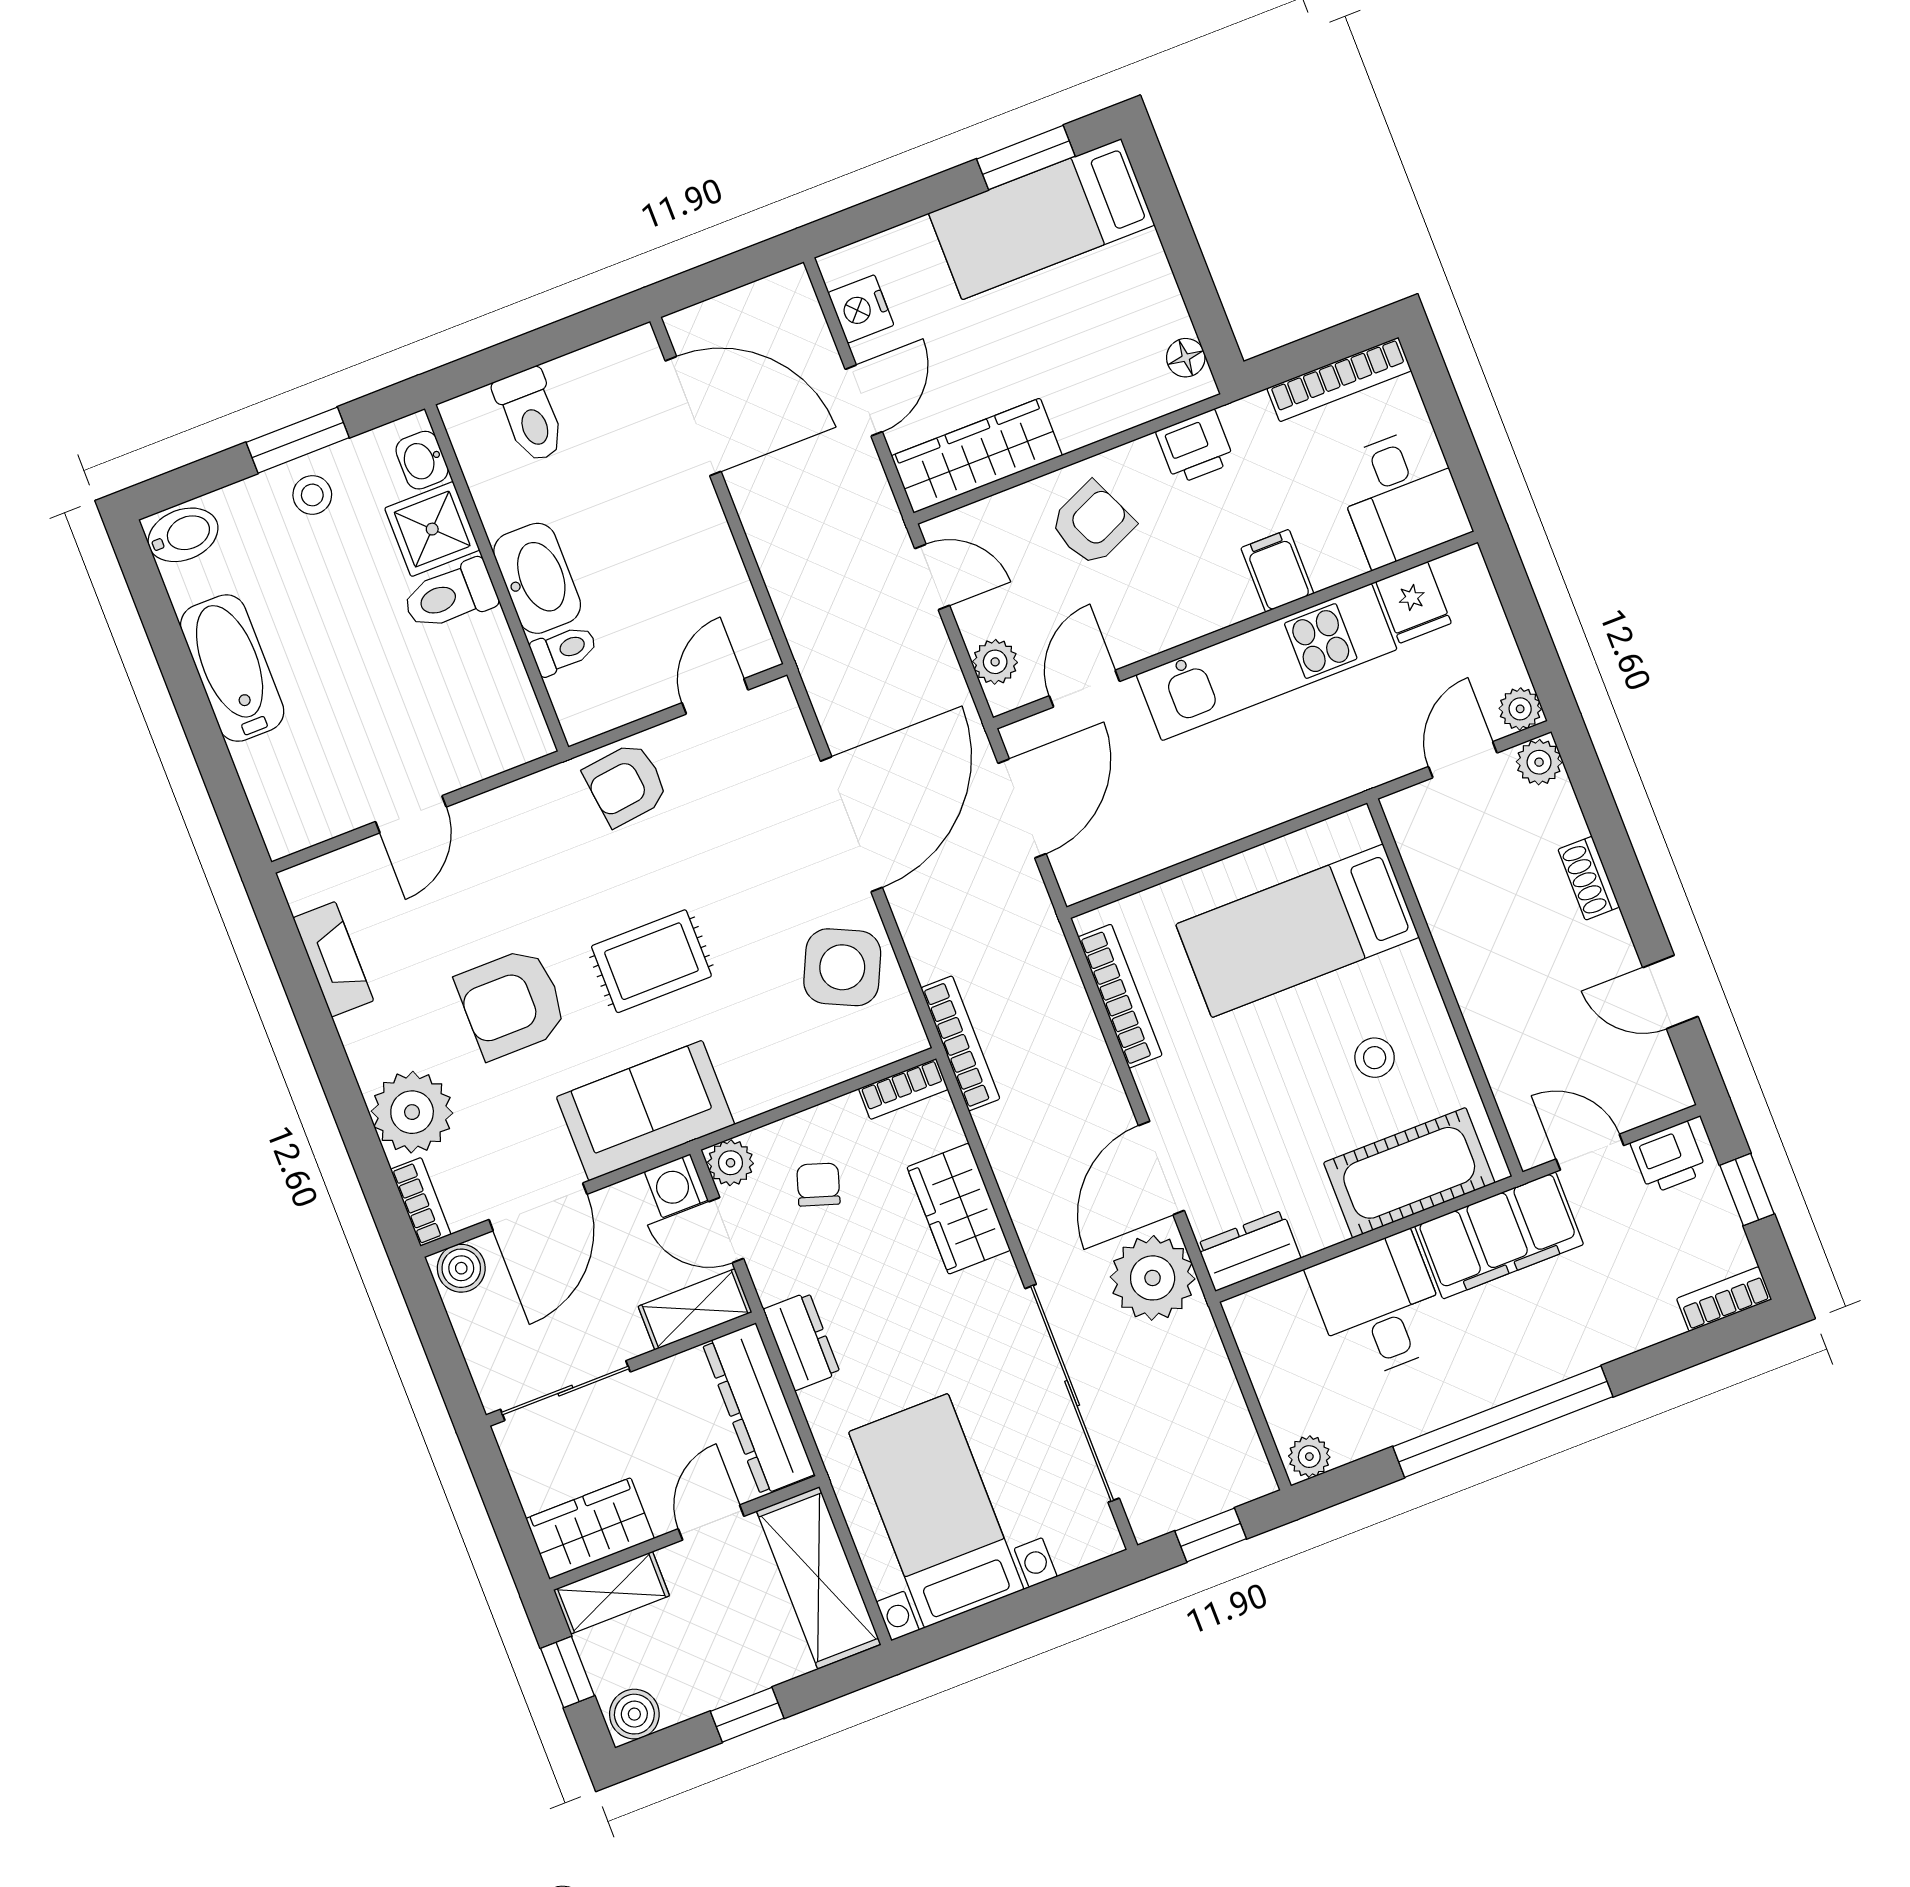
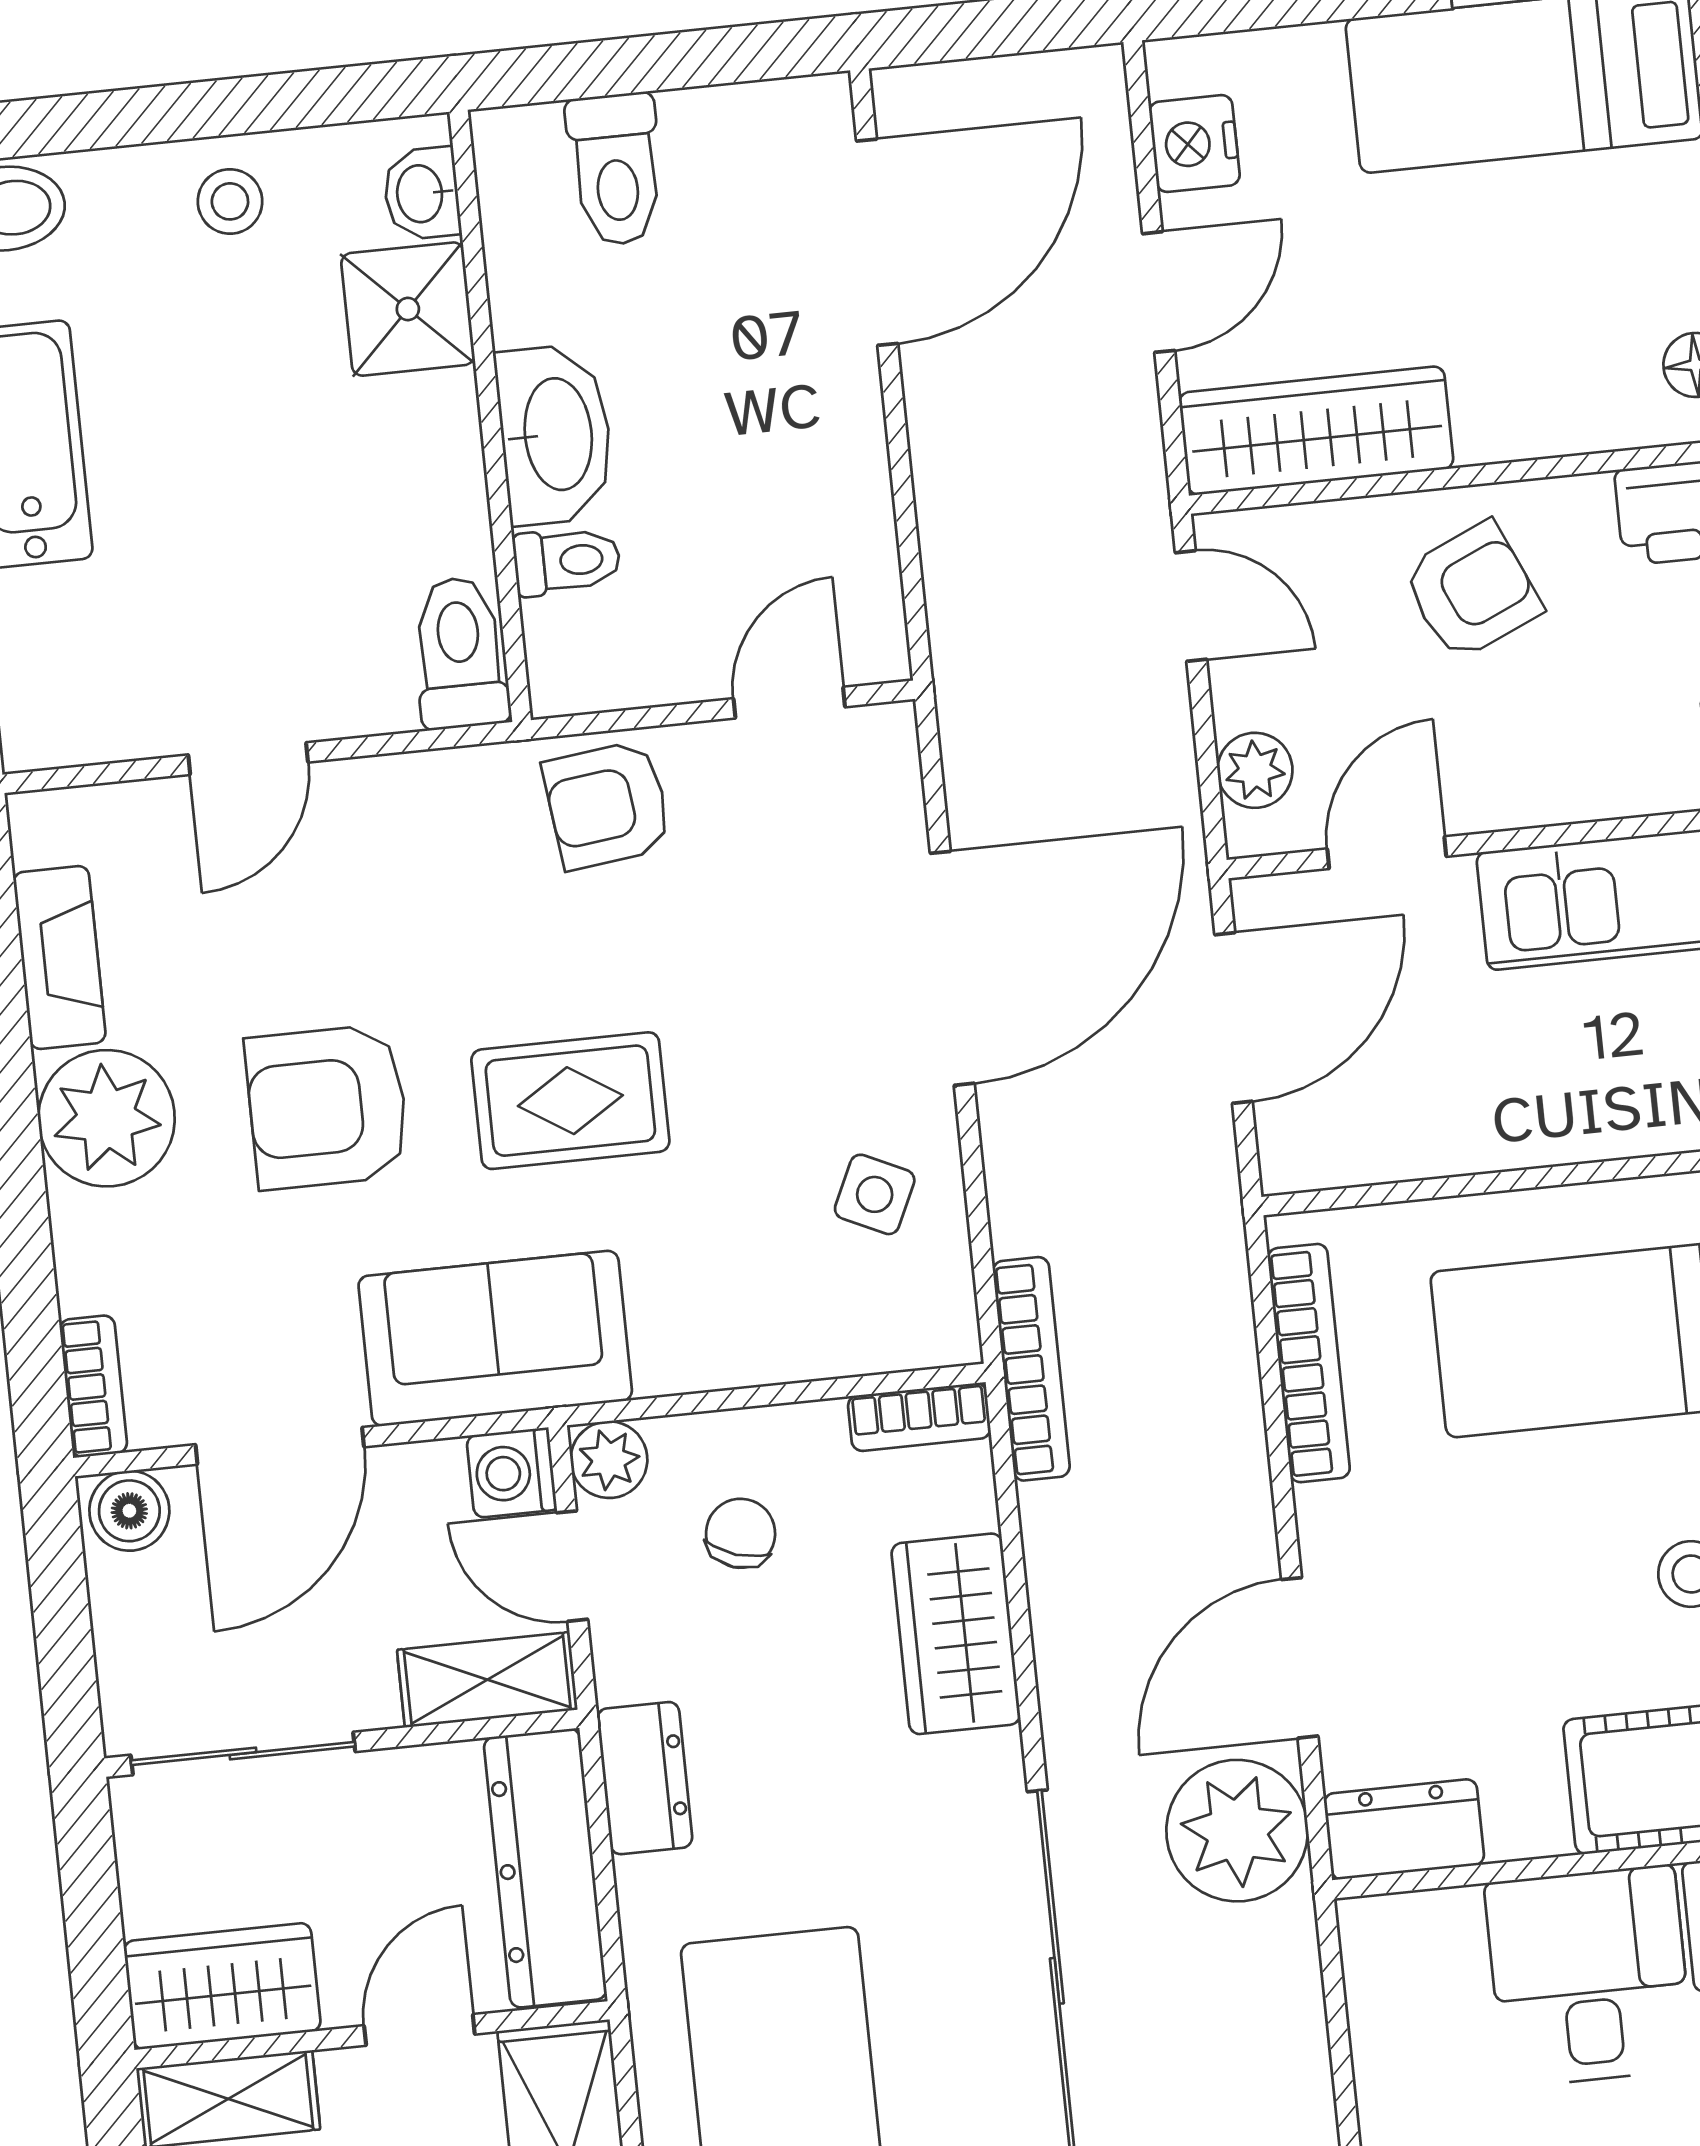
door: (693, 416) -> (877, 242), hinge flipped
window: (298, 440) -> (231, 107), removed
toilet: (450, 596) -> (460, 653), moved, turned 90
side table: (842, 967) -> (875, 1194), width x0.54, depth x0.54
plant: (412, 1112) -> (107, 1118), moved

